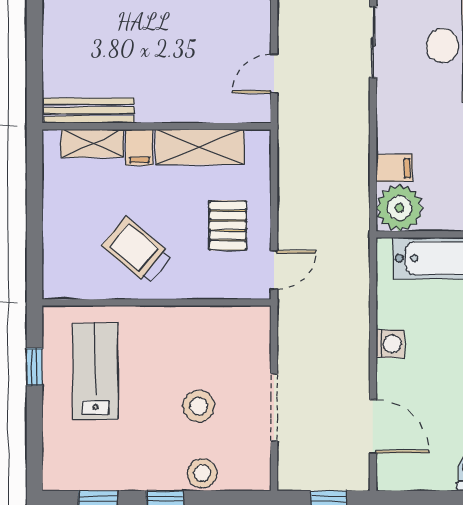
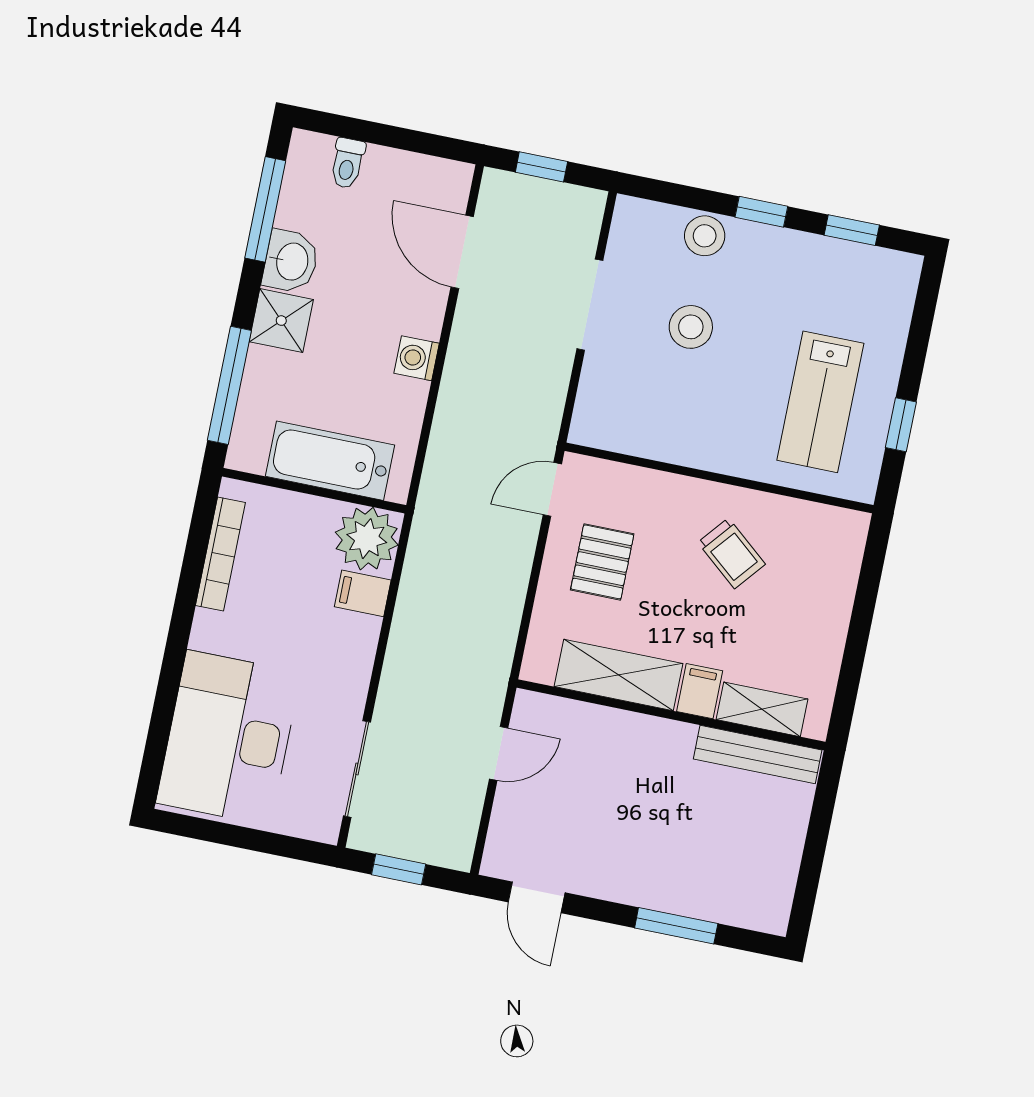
trolley: (137, 250) -> (731, 553), width x0.73, depth x0.72

